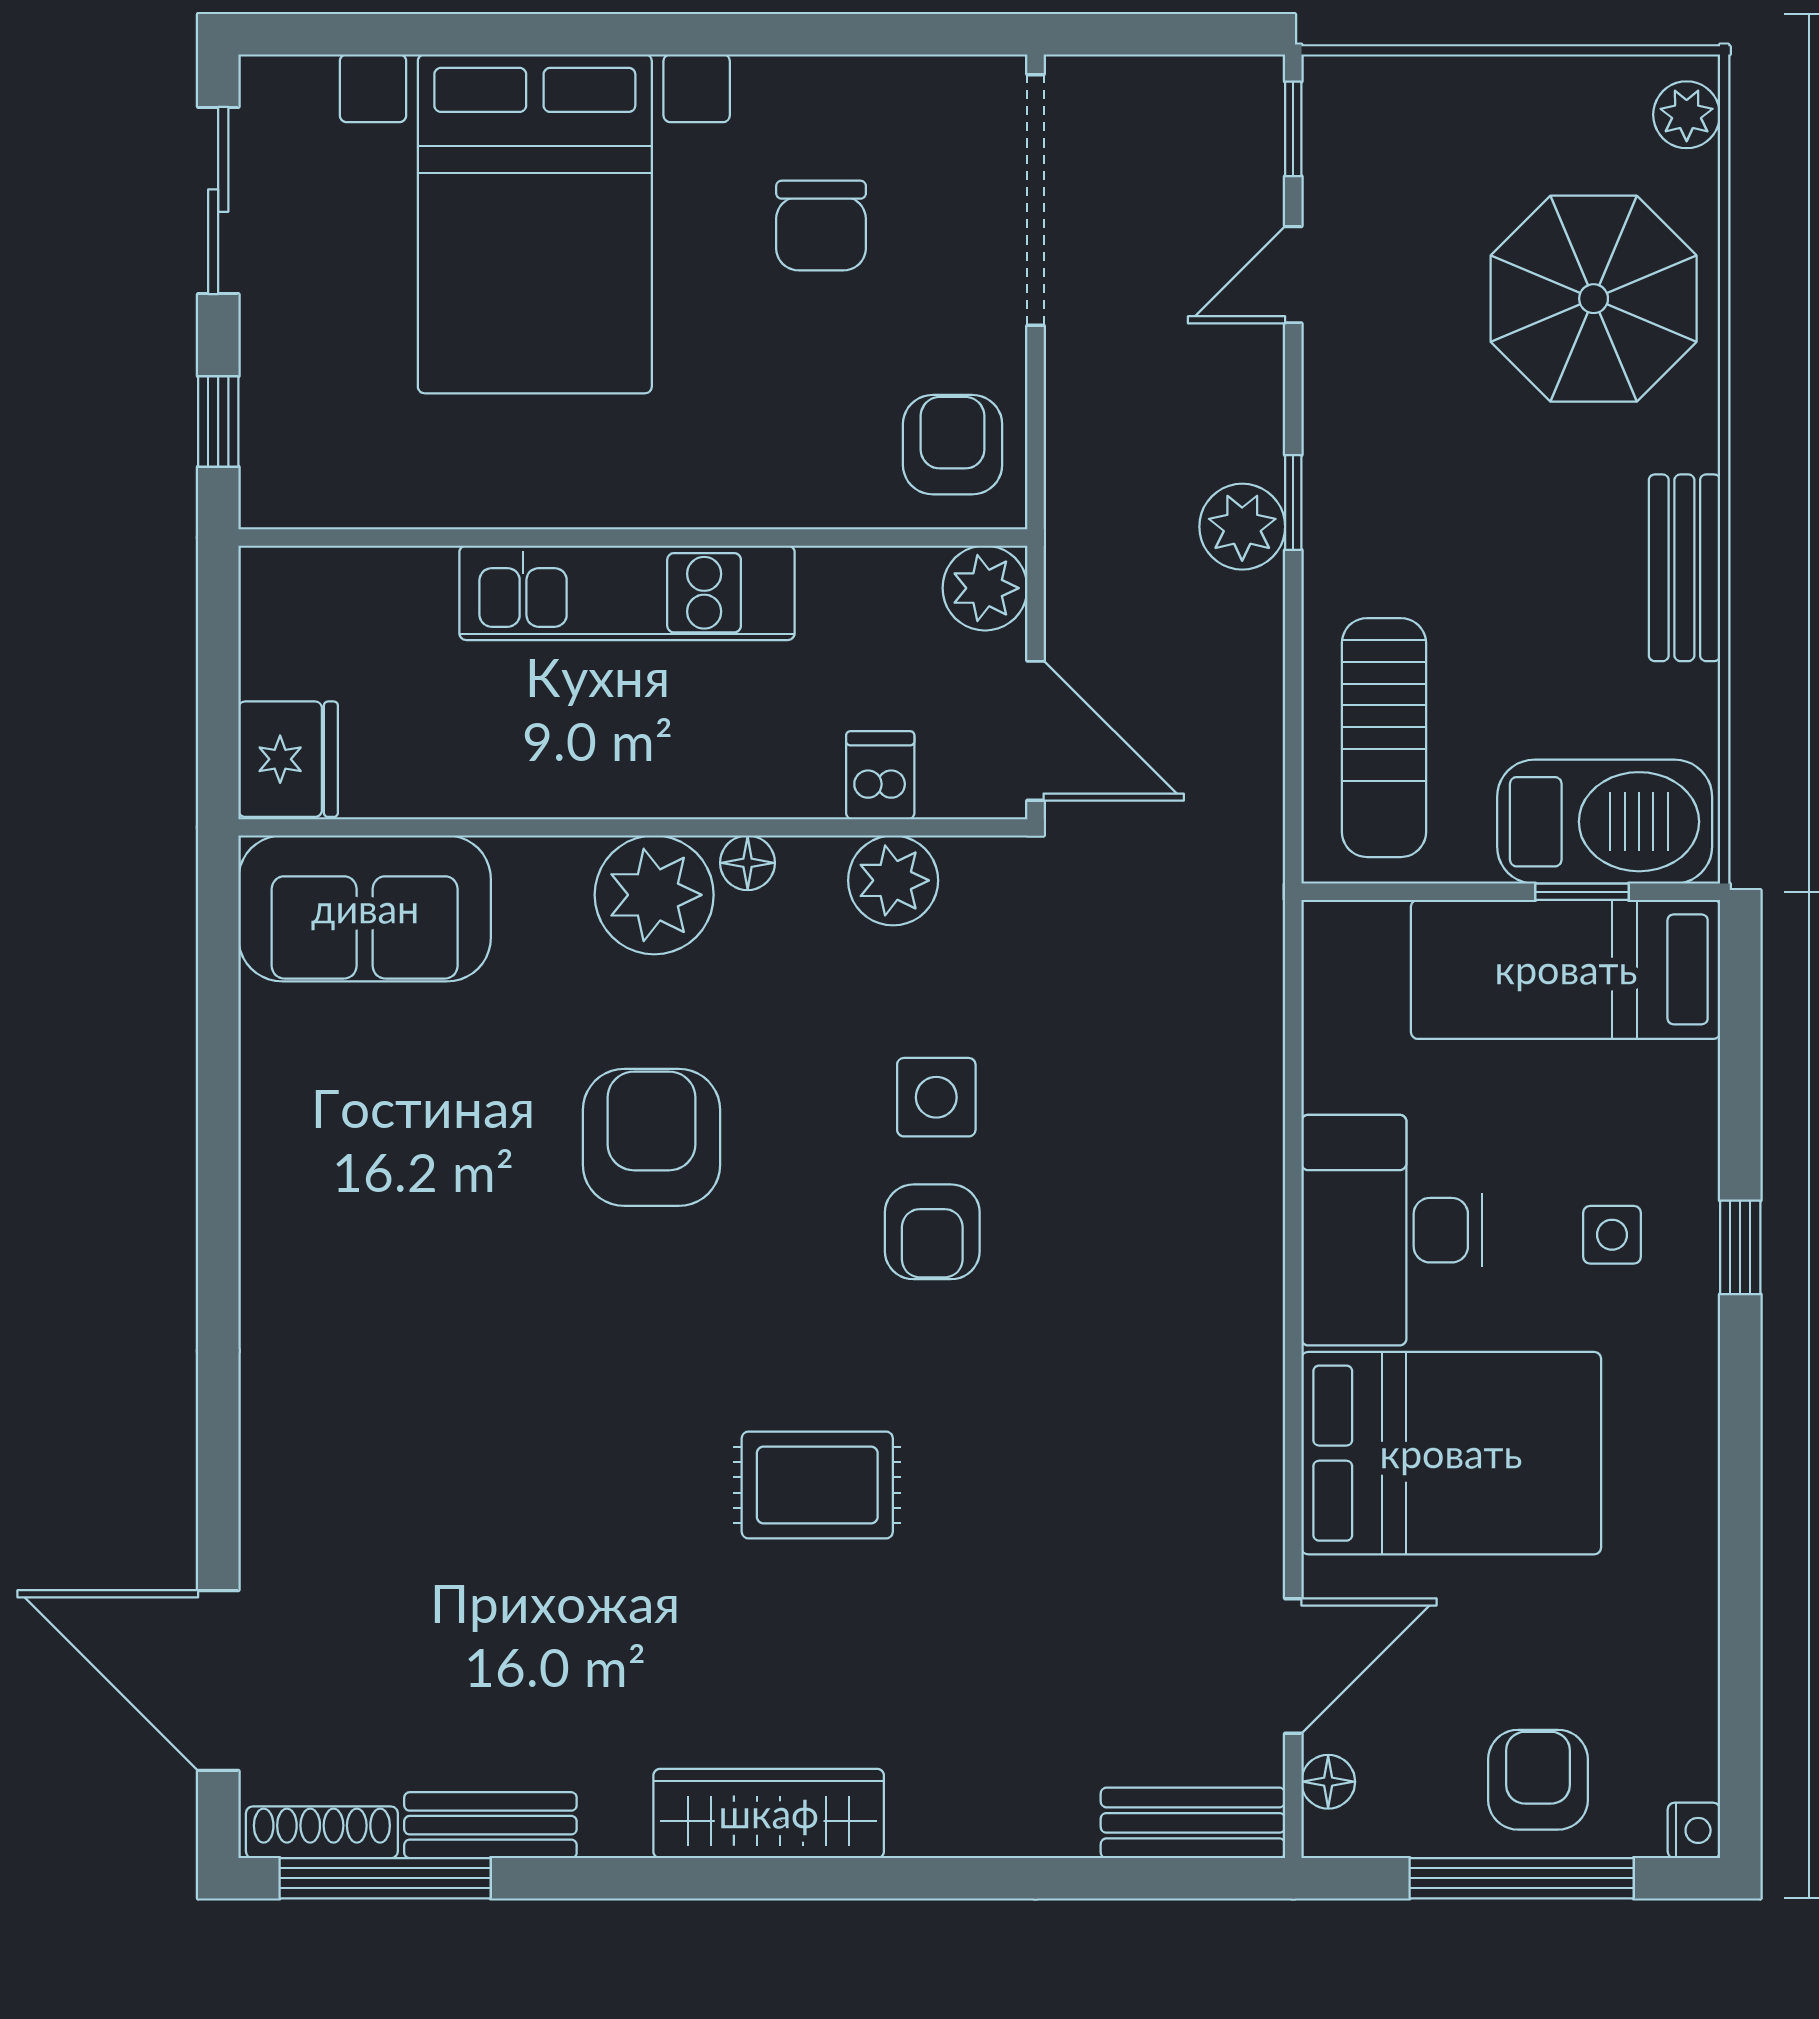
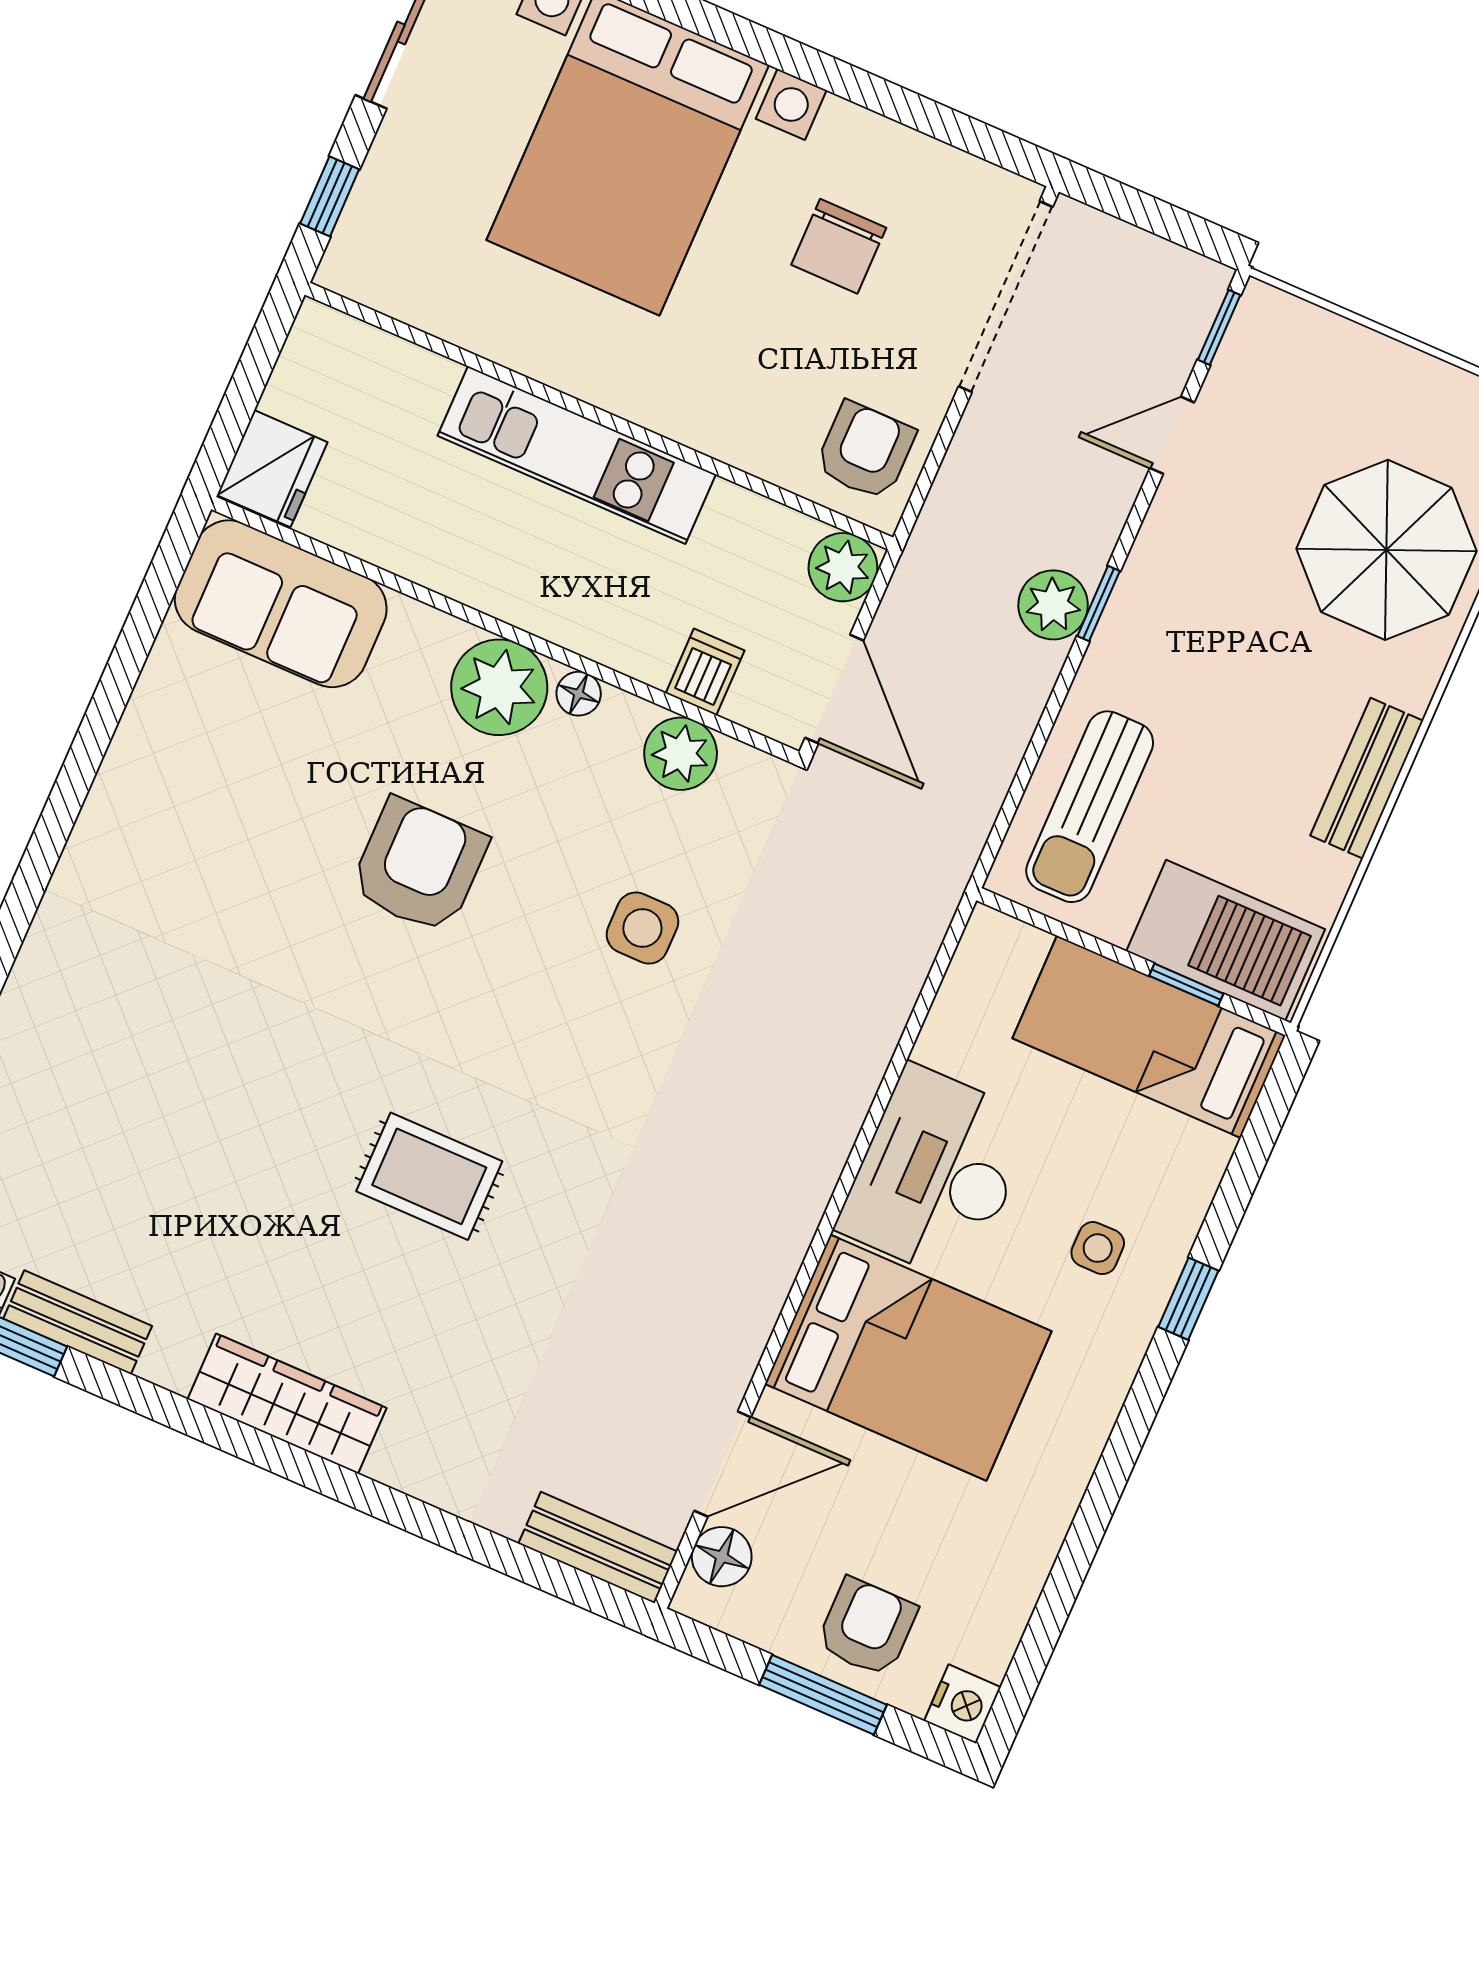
armchair: (932, 1232) -> (596, 1026), removed
floor lamp: (1328, 1782) -> (722, 1557), width x1.37, depth x1.37
nightstand: (1694, 1830) -> (962, 1704), width x1.39, depth x1.35
window: (1522, 1878) -> (823, 1695), width x0.69

